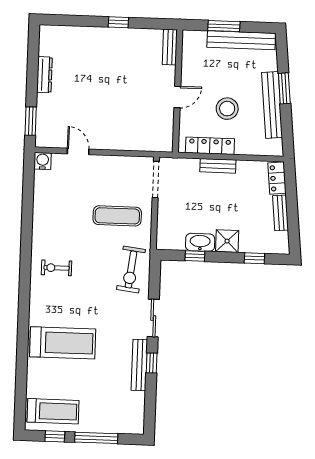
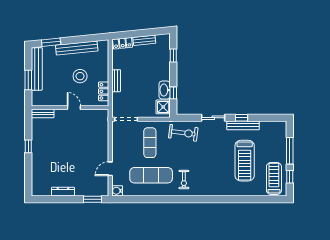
window: (284, 88) -> (51, 42), moved
locker: (210, 146) -> (104, 91), width x0.66
exercise mat: (65, 216) -> (151, 175), added
shower: (227, 241) -> (163, 107), moved
treadmill: (63, 343) -> (245, 161), moved, turned 180

